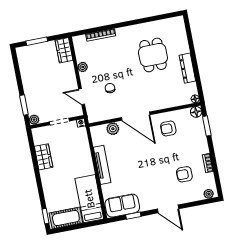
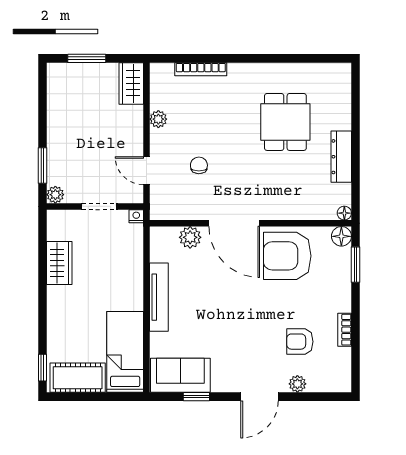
armchair: (168, 129) -> (287, 256), width x1.88, depth x1.88
plant: (209, 194) -> (297, 384), moved
door: (168, 209) -> (259, 397), hinge flipped

